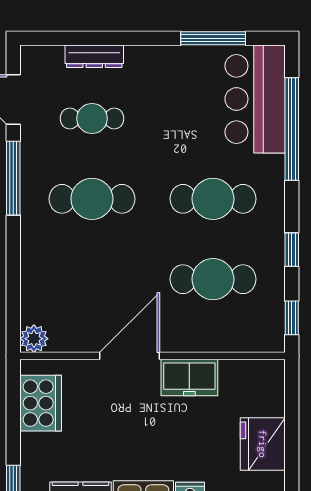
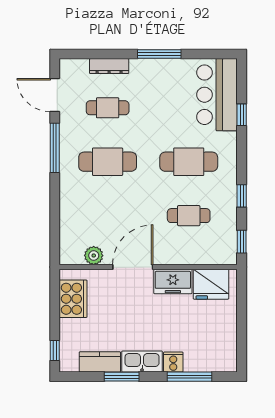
window: (213, 38) -> (159, 54), moved
window: (292, 129) -> (242, 115), width x0.32
cafe table: (213, 279) -> (189, 216), width x0.73, depth x0.74
plant: (34, 339) -> (94, 256), moved
fridge: (263, 444) -> (211, 284), moved, turned -90

